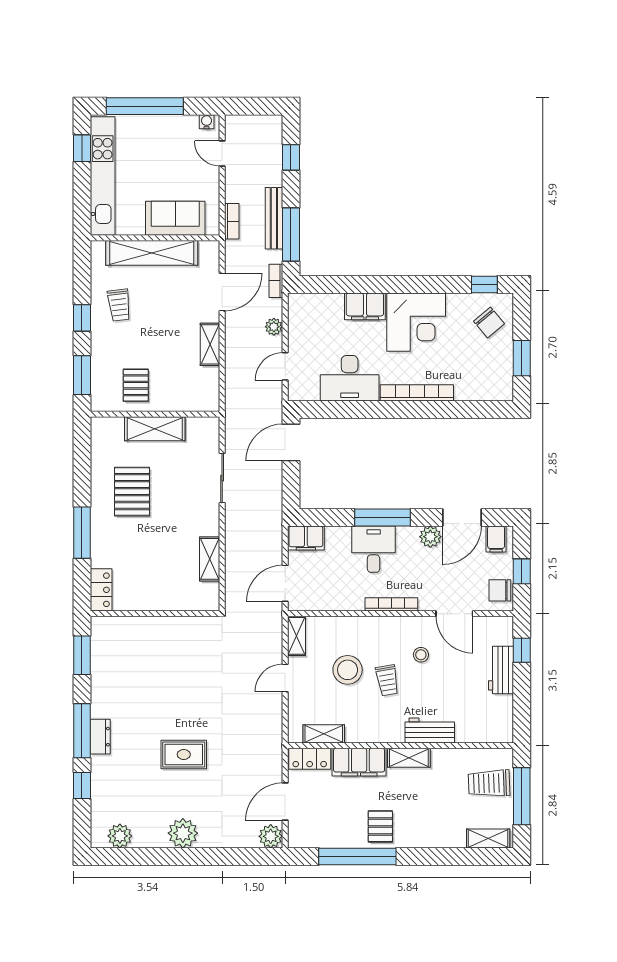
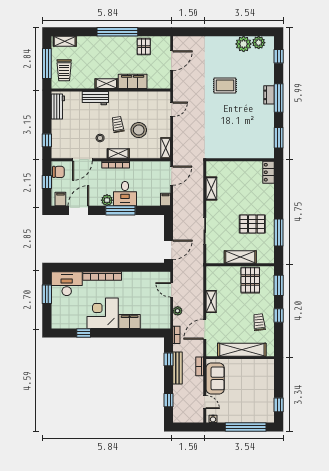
kitchen unit: (103, 176) -> (268, 390), removed
sofa: (175, 218) -> (215, 378), moved, turned -90
window: (291, 234) -> (169, 359), width x0.46
window: (484, 284) -> (84, 333), moved
chair: (489, 322) -> (64, 313), removed
door: (285, 366) -> (172, 290), swing flipped
desk: (350, 378) -> (67, 284), moved
pallet: (136, 385) -> (250, 280), width x1.50, depth x1.42
pallet: (132, 492) -> (252, 224), turned 90
window: (82, 533) -> (279, 233), moved
plant: (430, 537) -> (107, 200), moved
filing cabinet: (306, 538) -> (165, 200), width x0.50
door: (454, 614) -> (82, 160), swing flipped
workbench: (501, 670) -> (58, 107), moved
door: (285, 678) -> (172, 109), moved
shelving: (324, 734) -> (118, 154), moved
locker: (310, 759) -> (159, 83), removed
trolley: (489, 783) -> (64, 70), turned 92
window: (82, 786) -> (279, 56), moved
pallet: (380, 826) -> (144, 47), moved
plant: (183, 833) -> (244, 44), moved
plant: (271, 836) -> (179, 42), removed
window: (357, 857) -> (117, 32), moved

